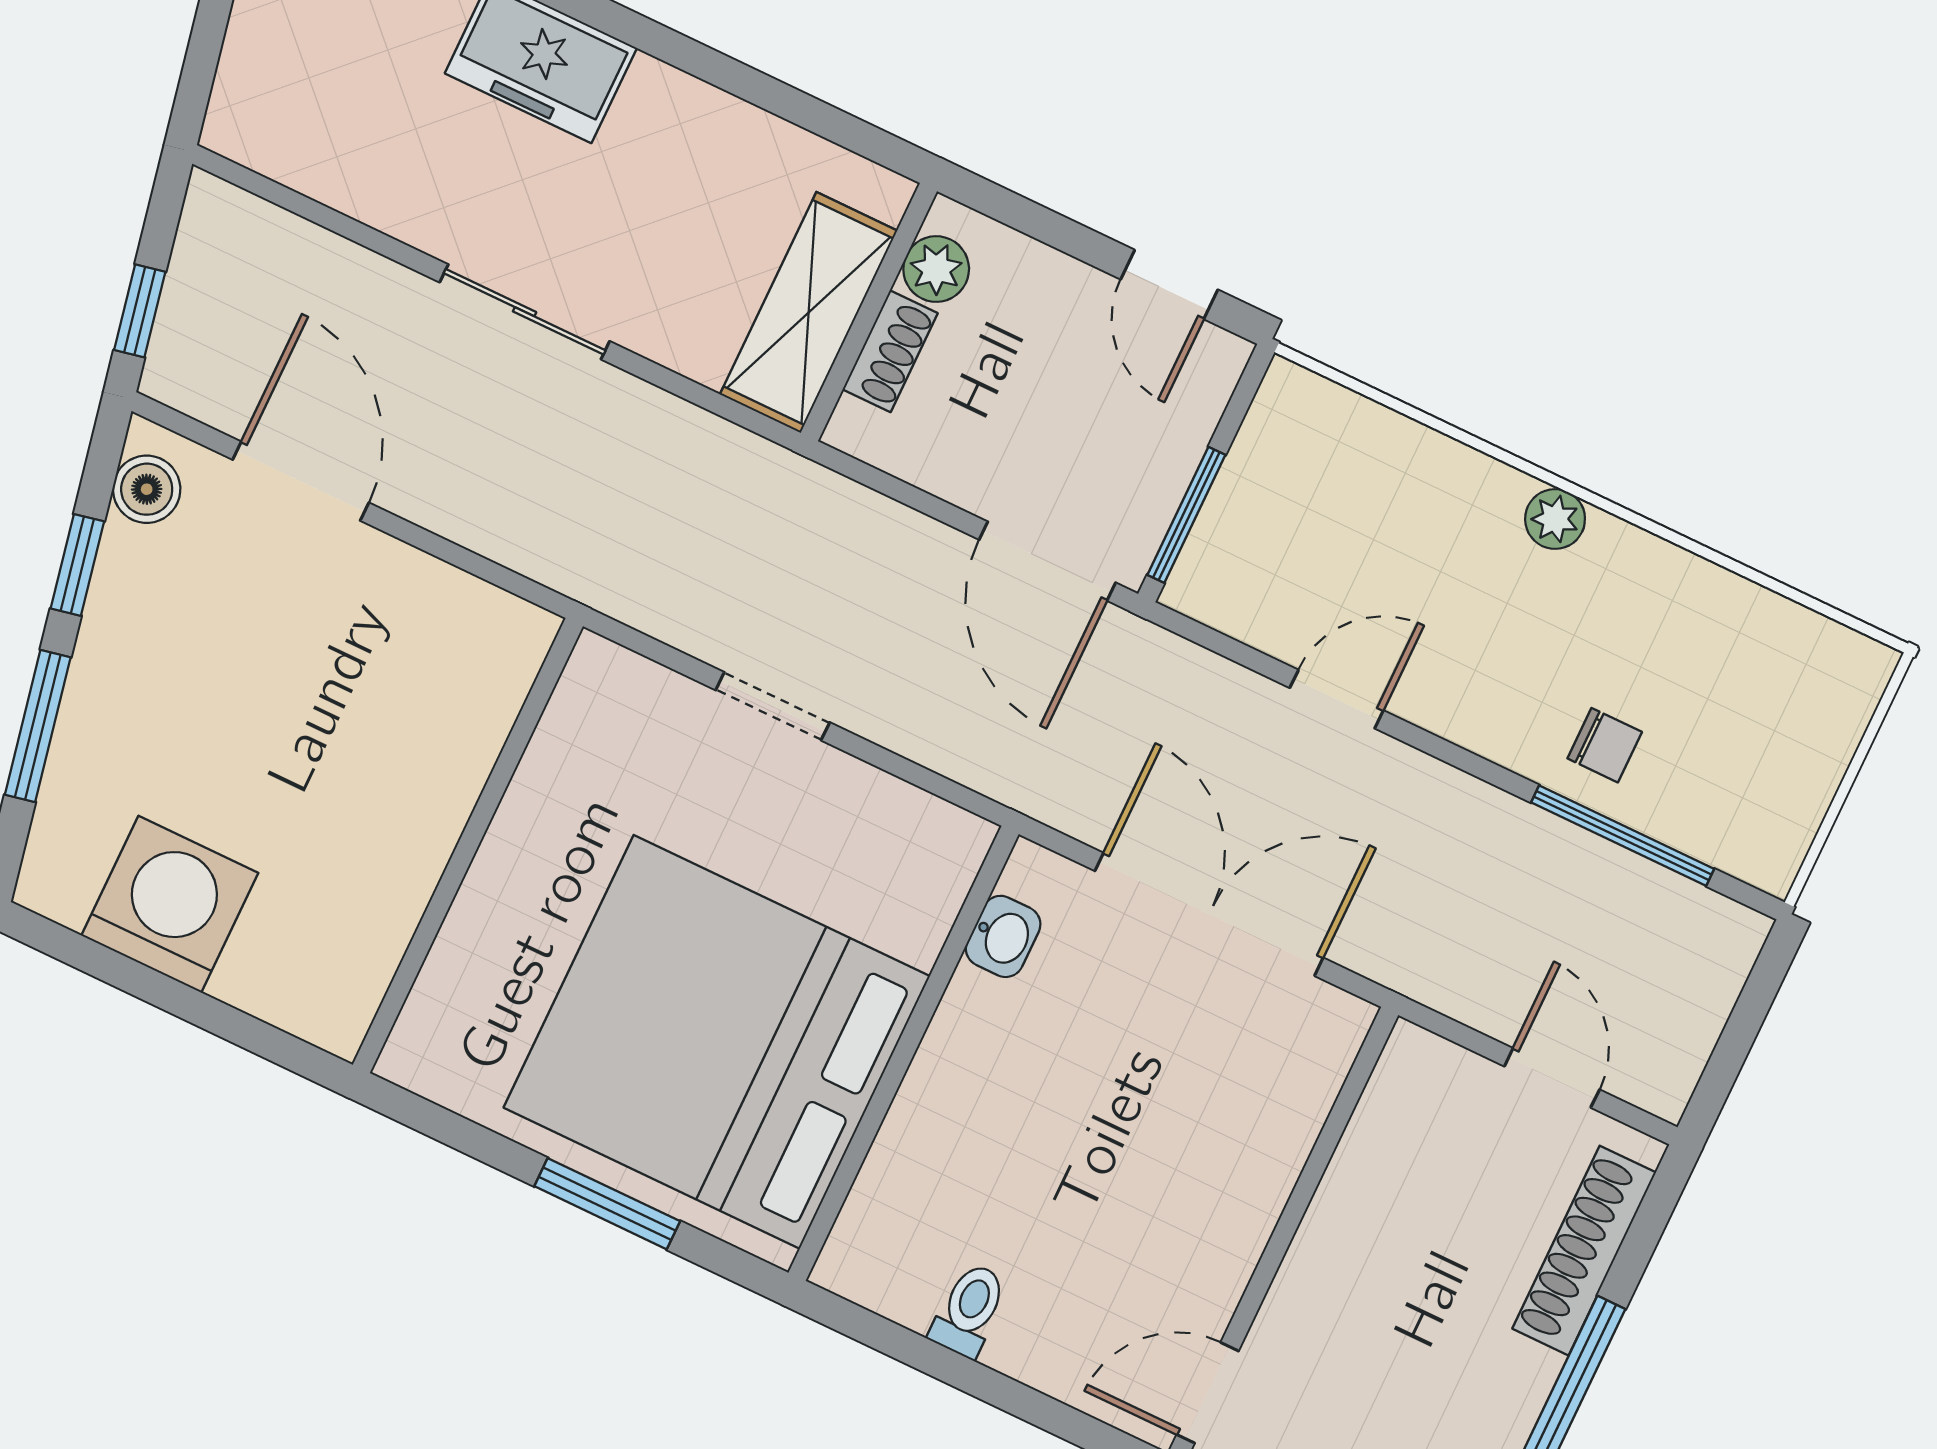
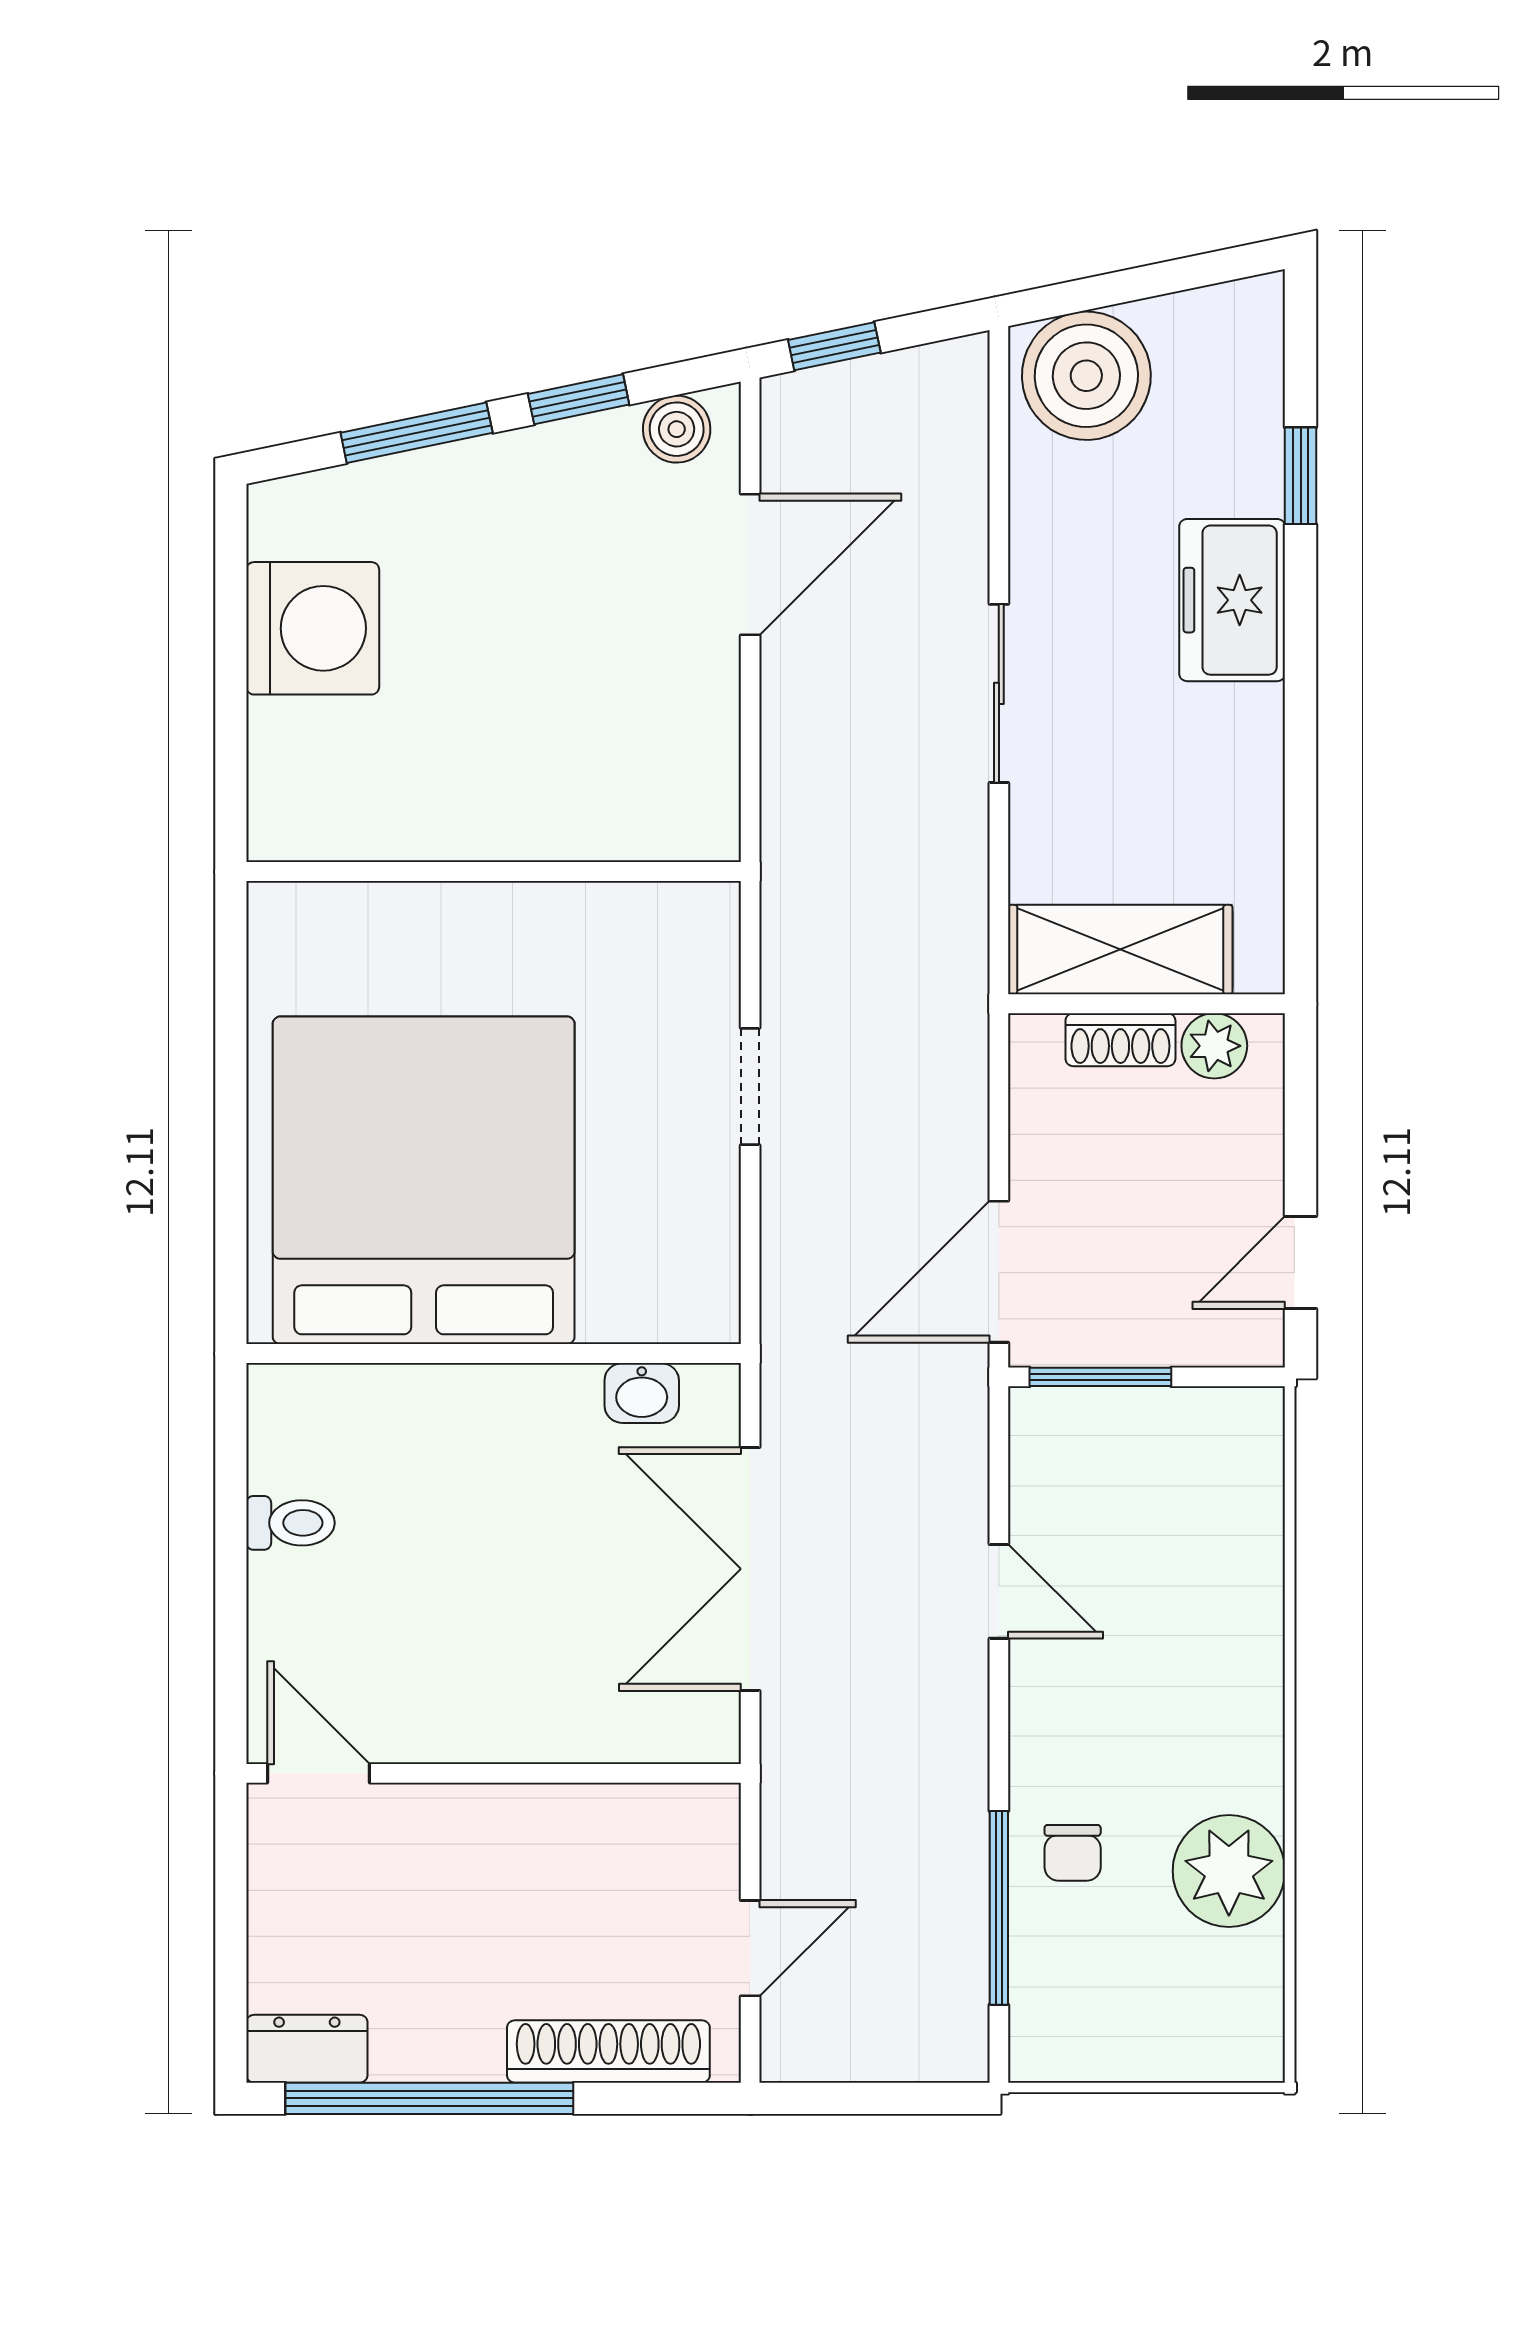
boiler: (275, 96) -> (1086, 376), added
plant: (1555, 519) -> (1229, 1871), moved, width x1.87, depth x1.87
double door: (1209, 914) -> (750, 1569), swing flipped
window: (607, 1204) -> (231, 1151), removed

